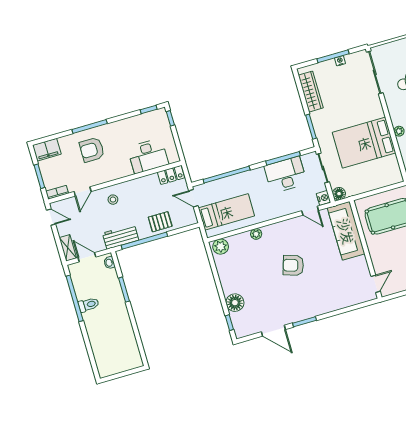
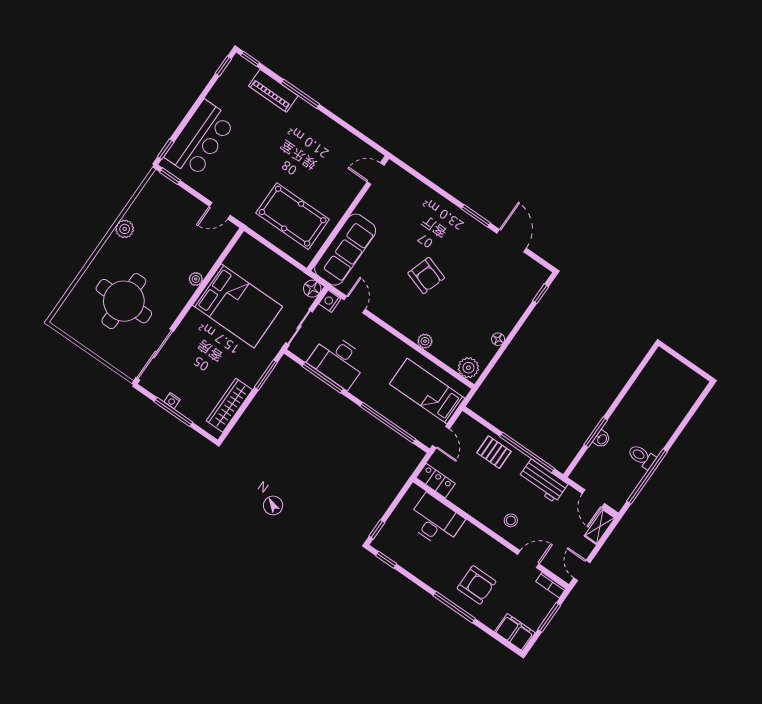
washbasin: (109, 263) -> (602, 439), moved
floor lamp: (235, 303) -> (498, 339), moved, width x0.53, depth x0.53

